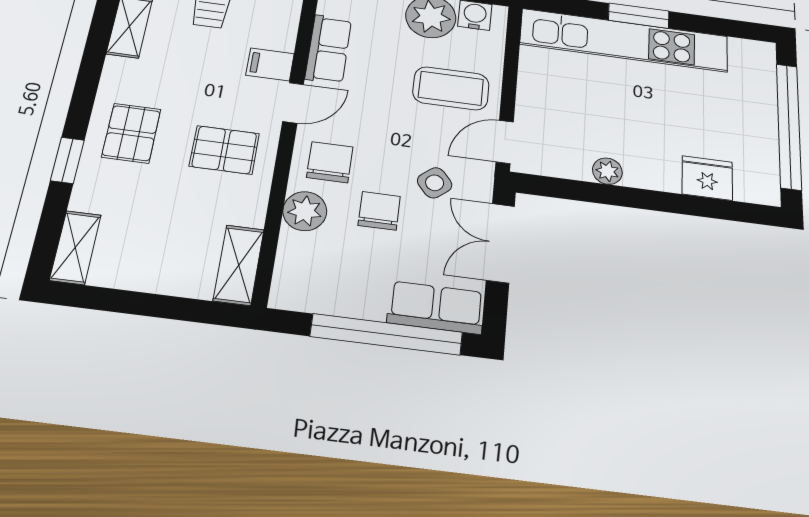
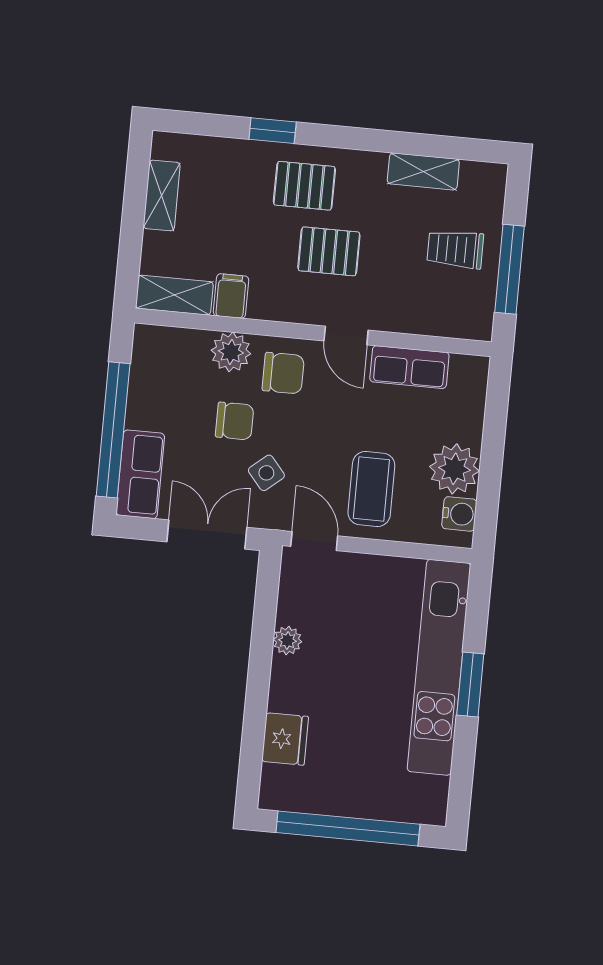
filing cabinet: (270, 64) -> (231, 296), moved
pallet: (224, 150) -> (329, 251), moved, turned 90
shelving: (75, 247) -> (162, 195), moved, turned 90

